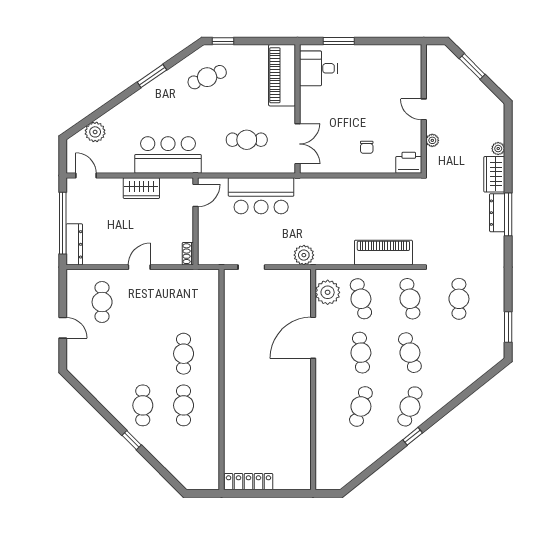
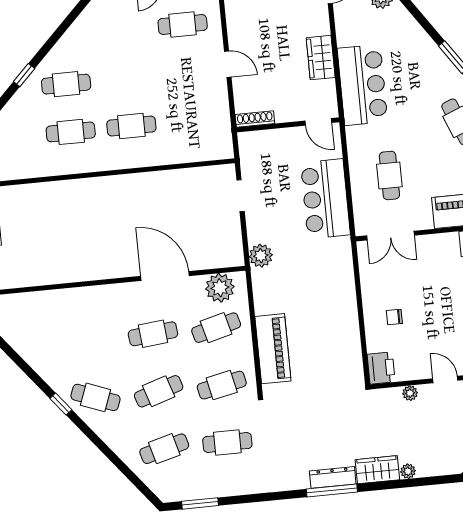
door: (424, 109) -> (445, 380), hinge flipped
shoe rack: (188, 254) -> (255, 119), width x1.43
cafe table: (361, 406) -> (164, 449), moved, turned -33

